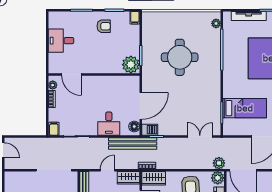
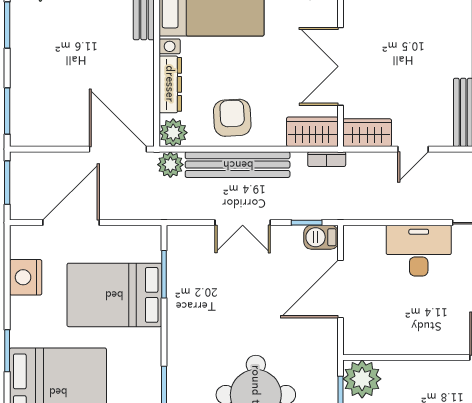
bed: (245, 108) -> (114, 295), width x1.50
desk: (109, 124) -> (419, 251), width x1.37
floor lamp: (134, 126) -> (355, 244), removed
double door: (200, 136) -> (243, 223), moved
bench: (133, 144) -> (238, 165), moved

